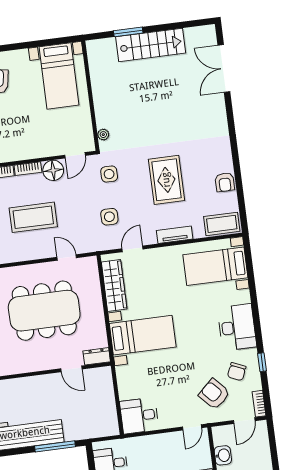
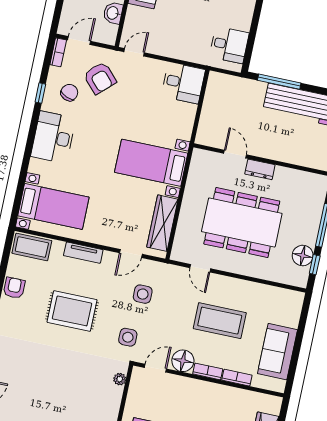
rug: (166, 180) -> (72, 311), turned 90
dresser: (97, 356) -> (260, 169), moved

